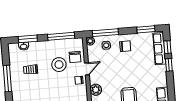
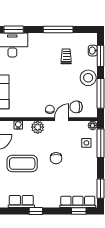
chair: (125, 46) -> (56, 158), moved
stool: (59, 65) -> (88, 78), moved
window: (169, 65) -> (36, 211), moved
door: (87, 69) -> (62, 119), swing flipped

